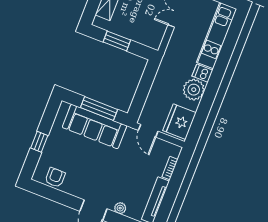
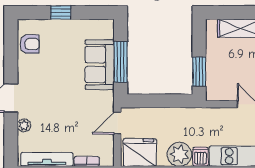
window: (117, 41) -> (199, 72), moved
sofa: (94, 126) -> (100, 65), width x0.73

